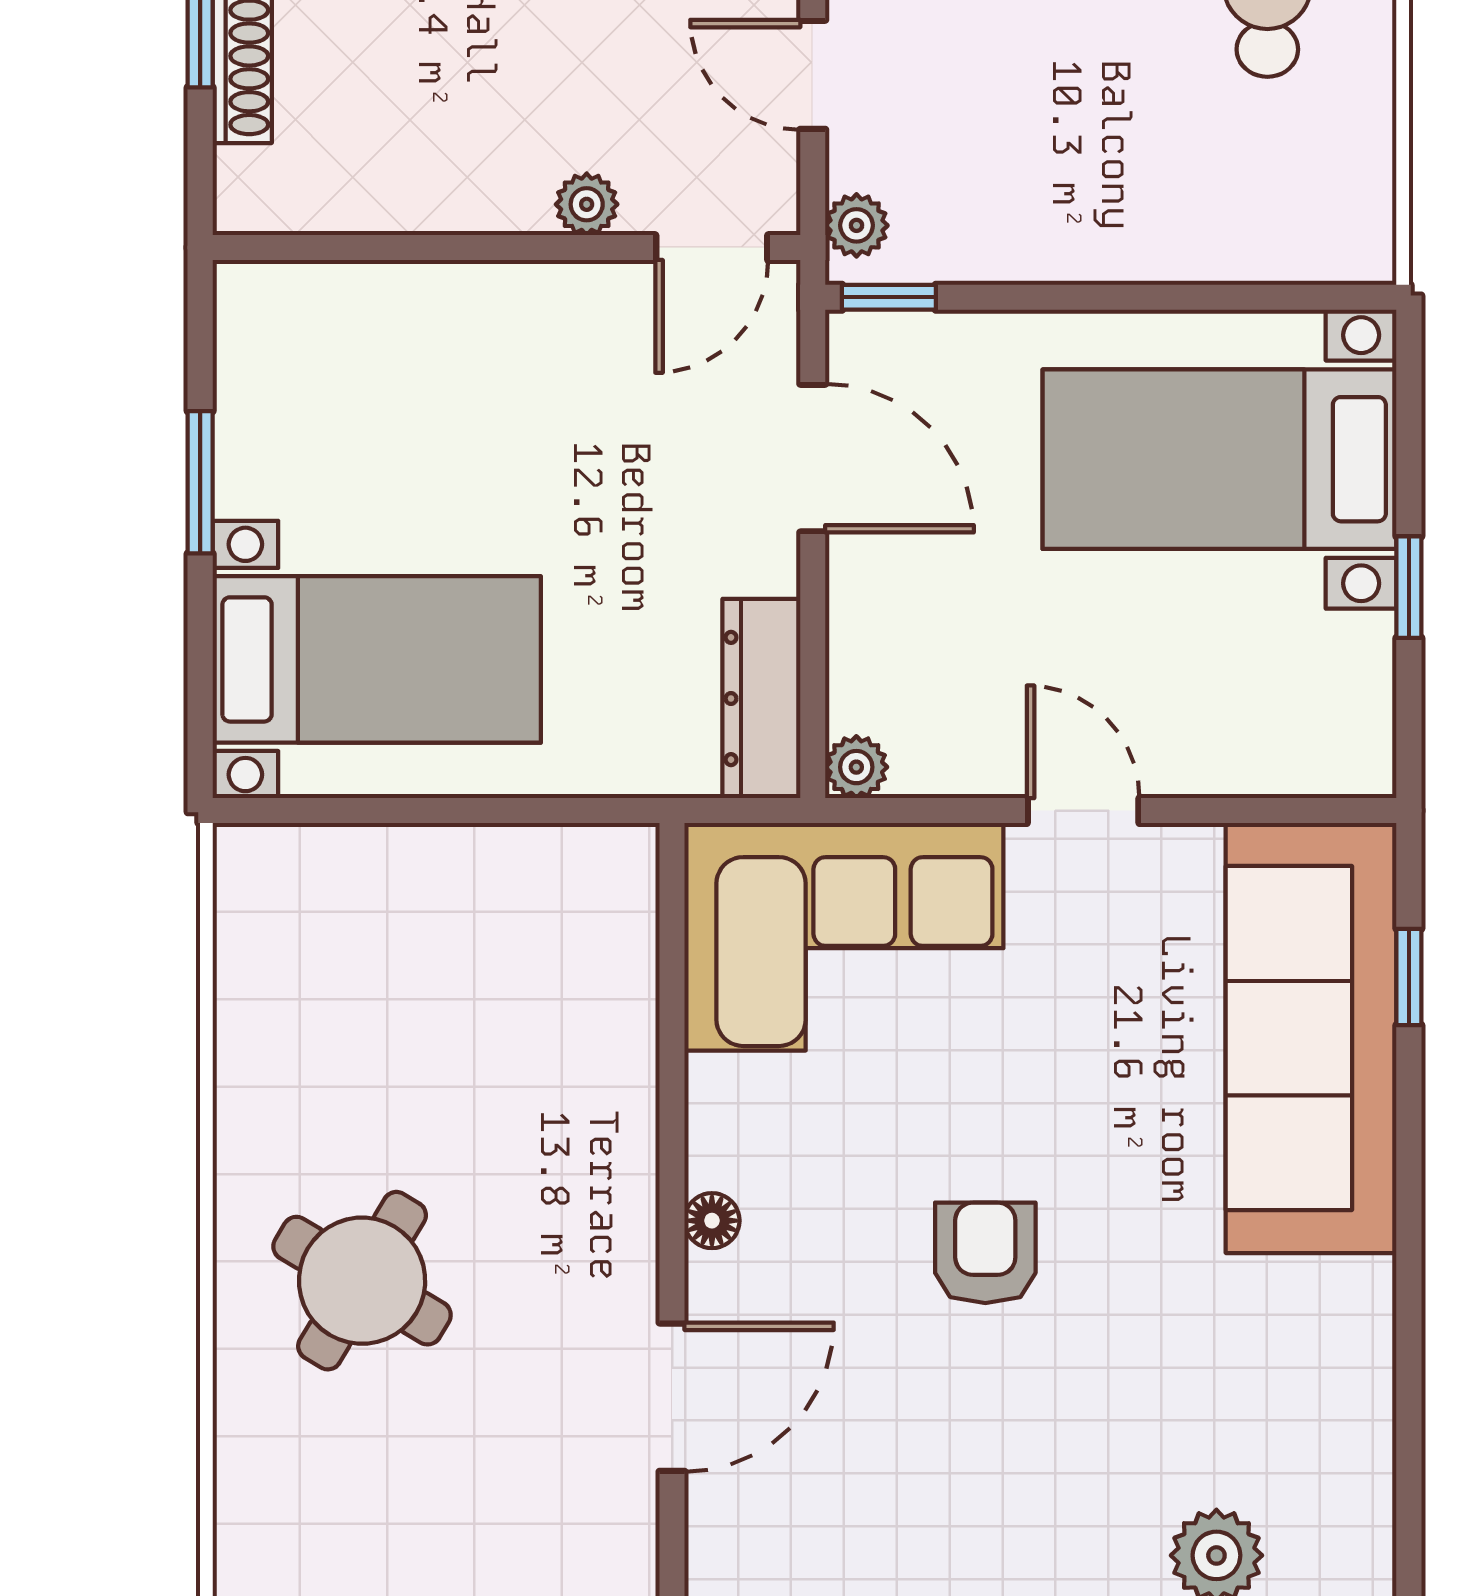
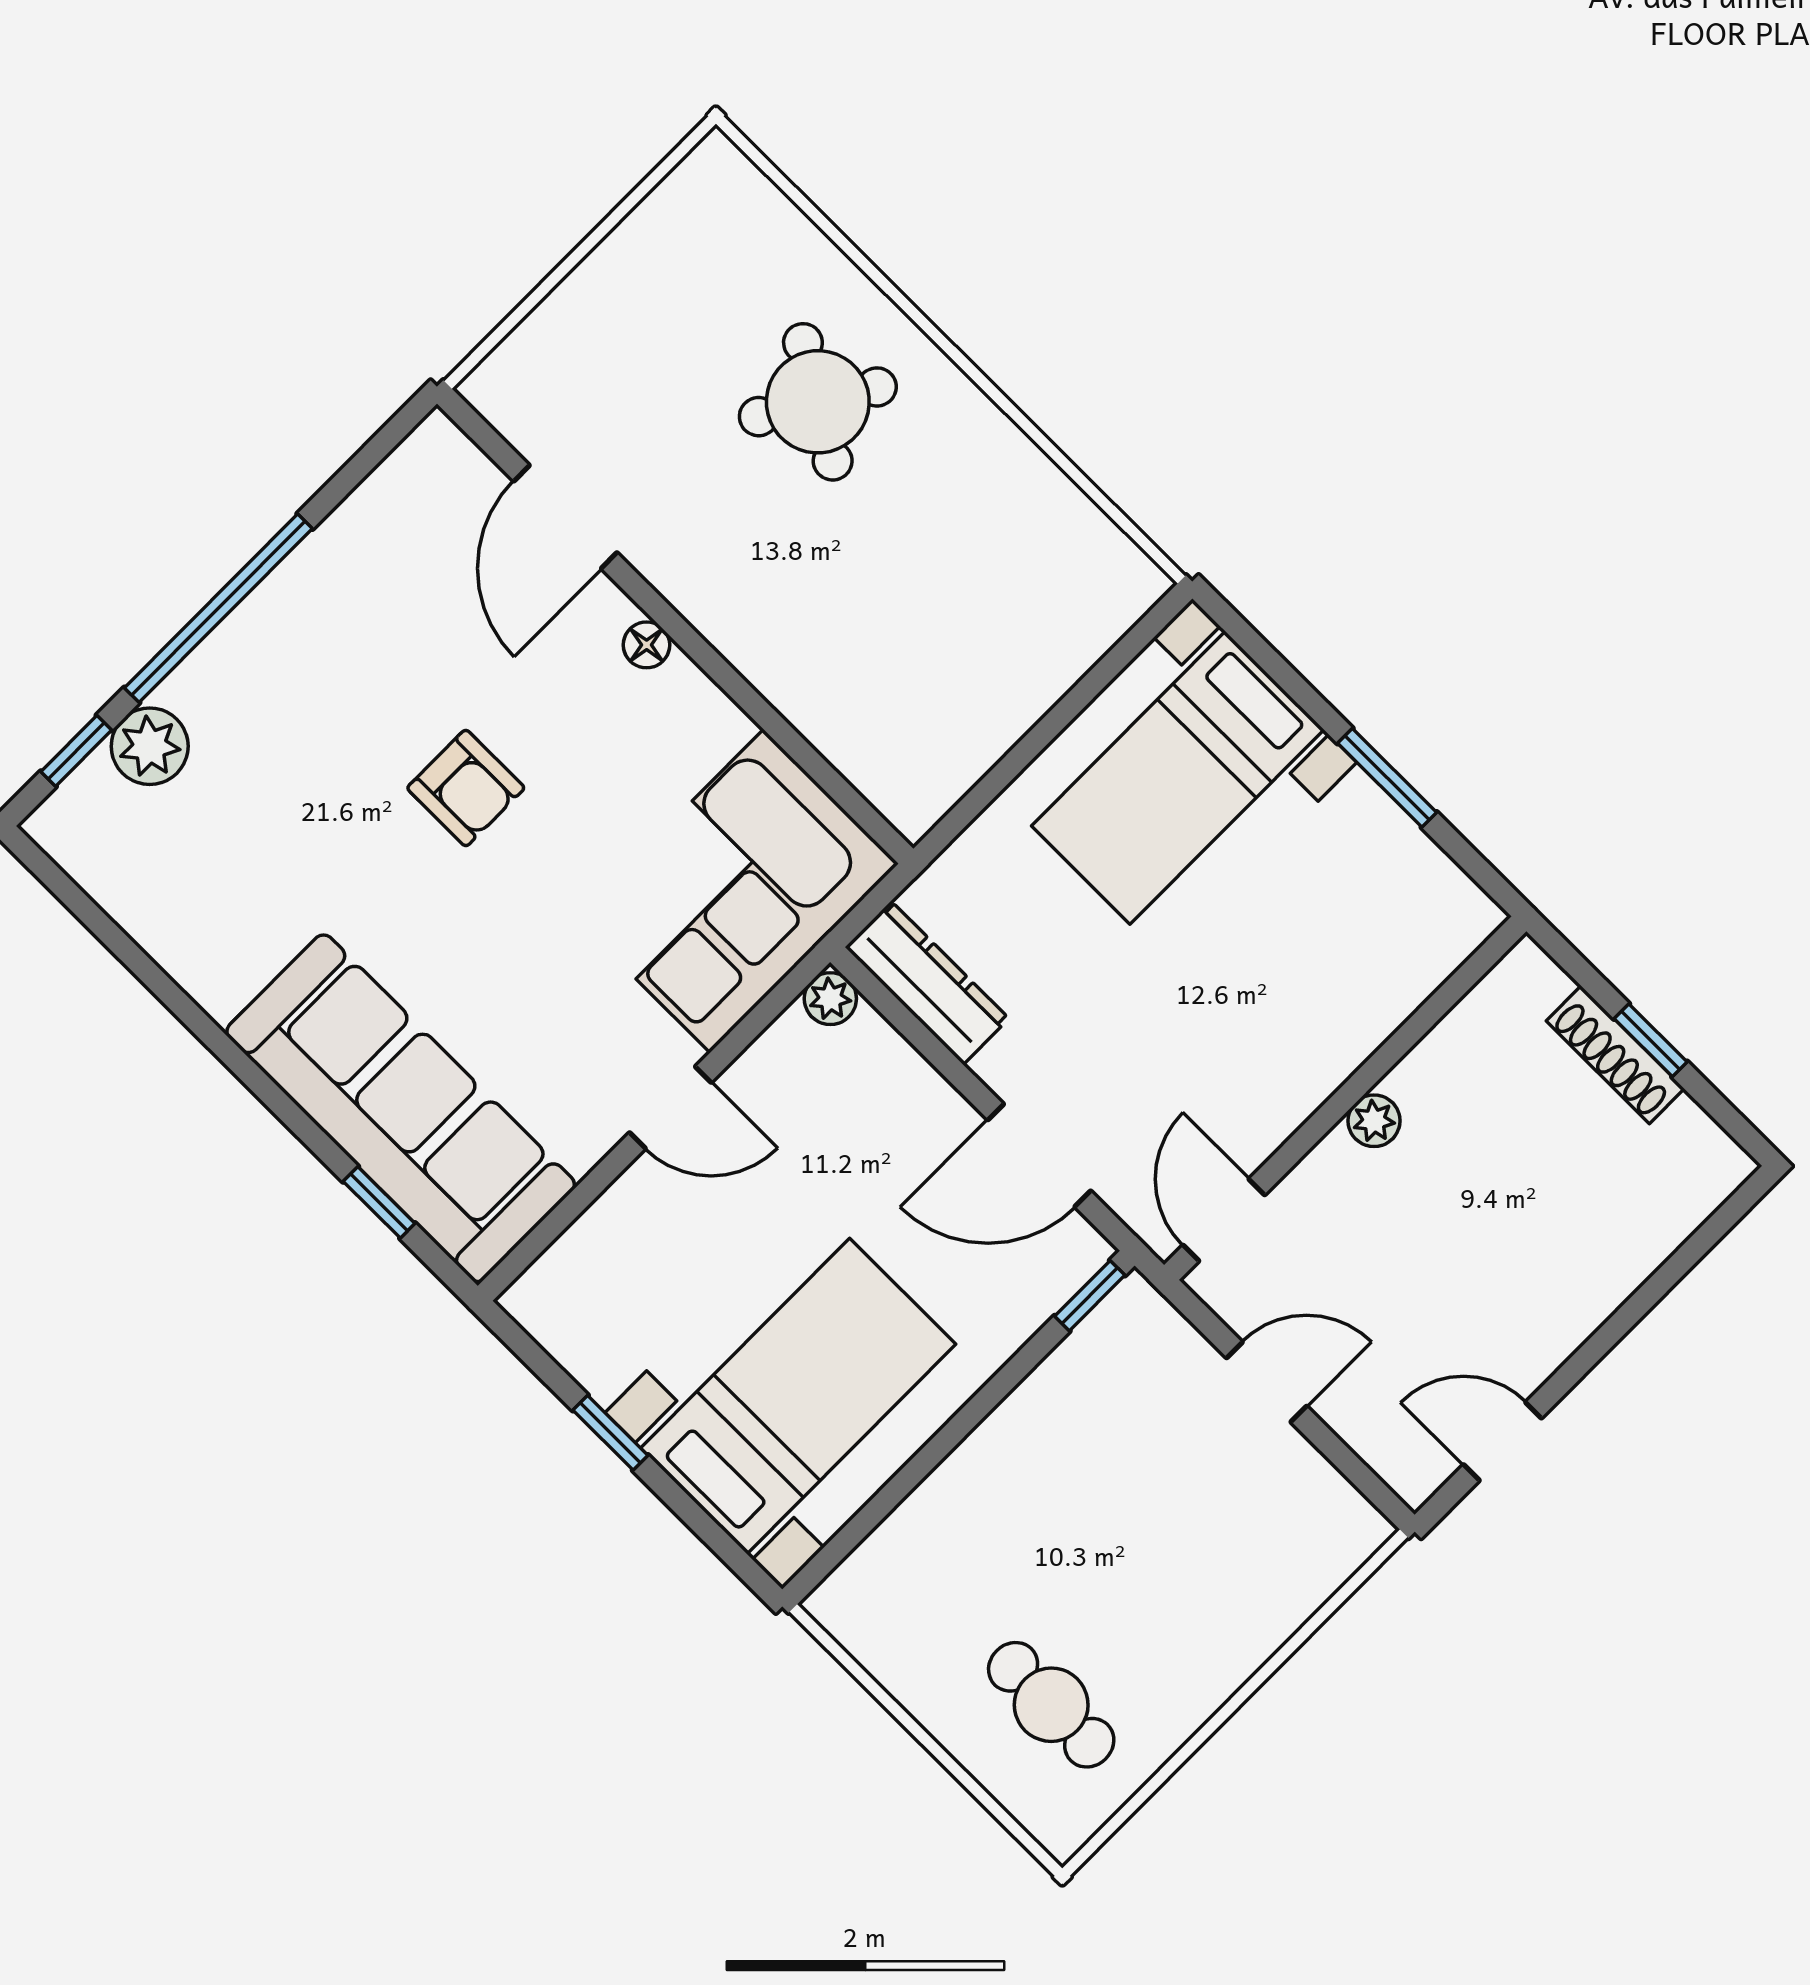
plant: (587, 204) -> (1374, 1121), moved
plant: (857, 225) -> (1152, 1319), removed

